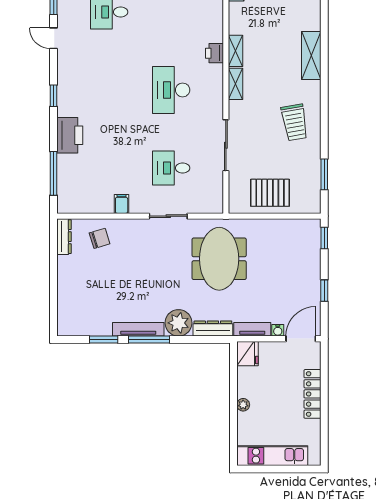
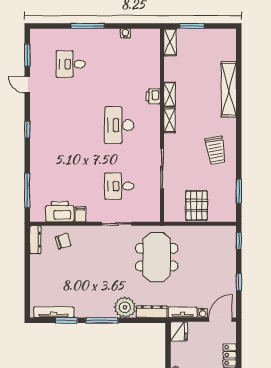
shelving: (311, 56) -> (229, 89), width x1.47
printer: (70, 135) -> (60, 212), moved, turned -90
pallet: (270, 193) -> (197, 206), turned 90
tv unit: (138, 329) -> (54, 312), moved

